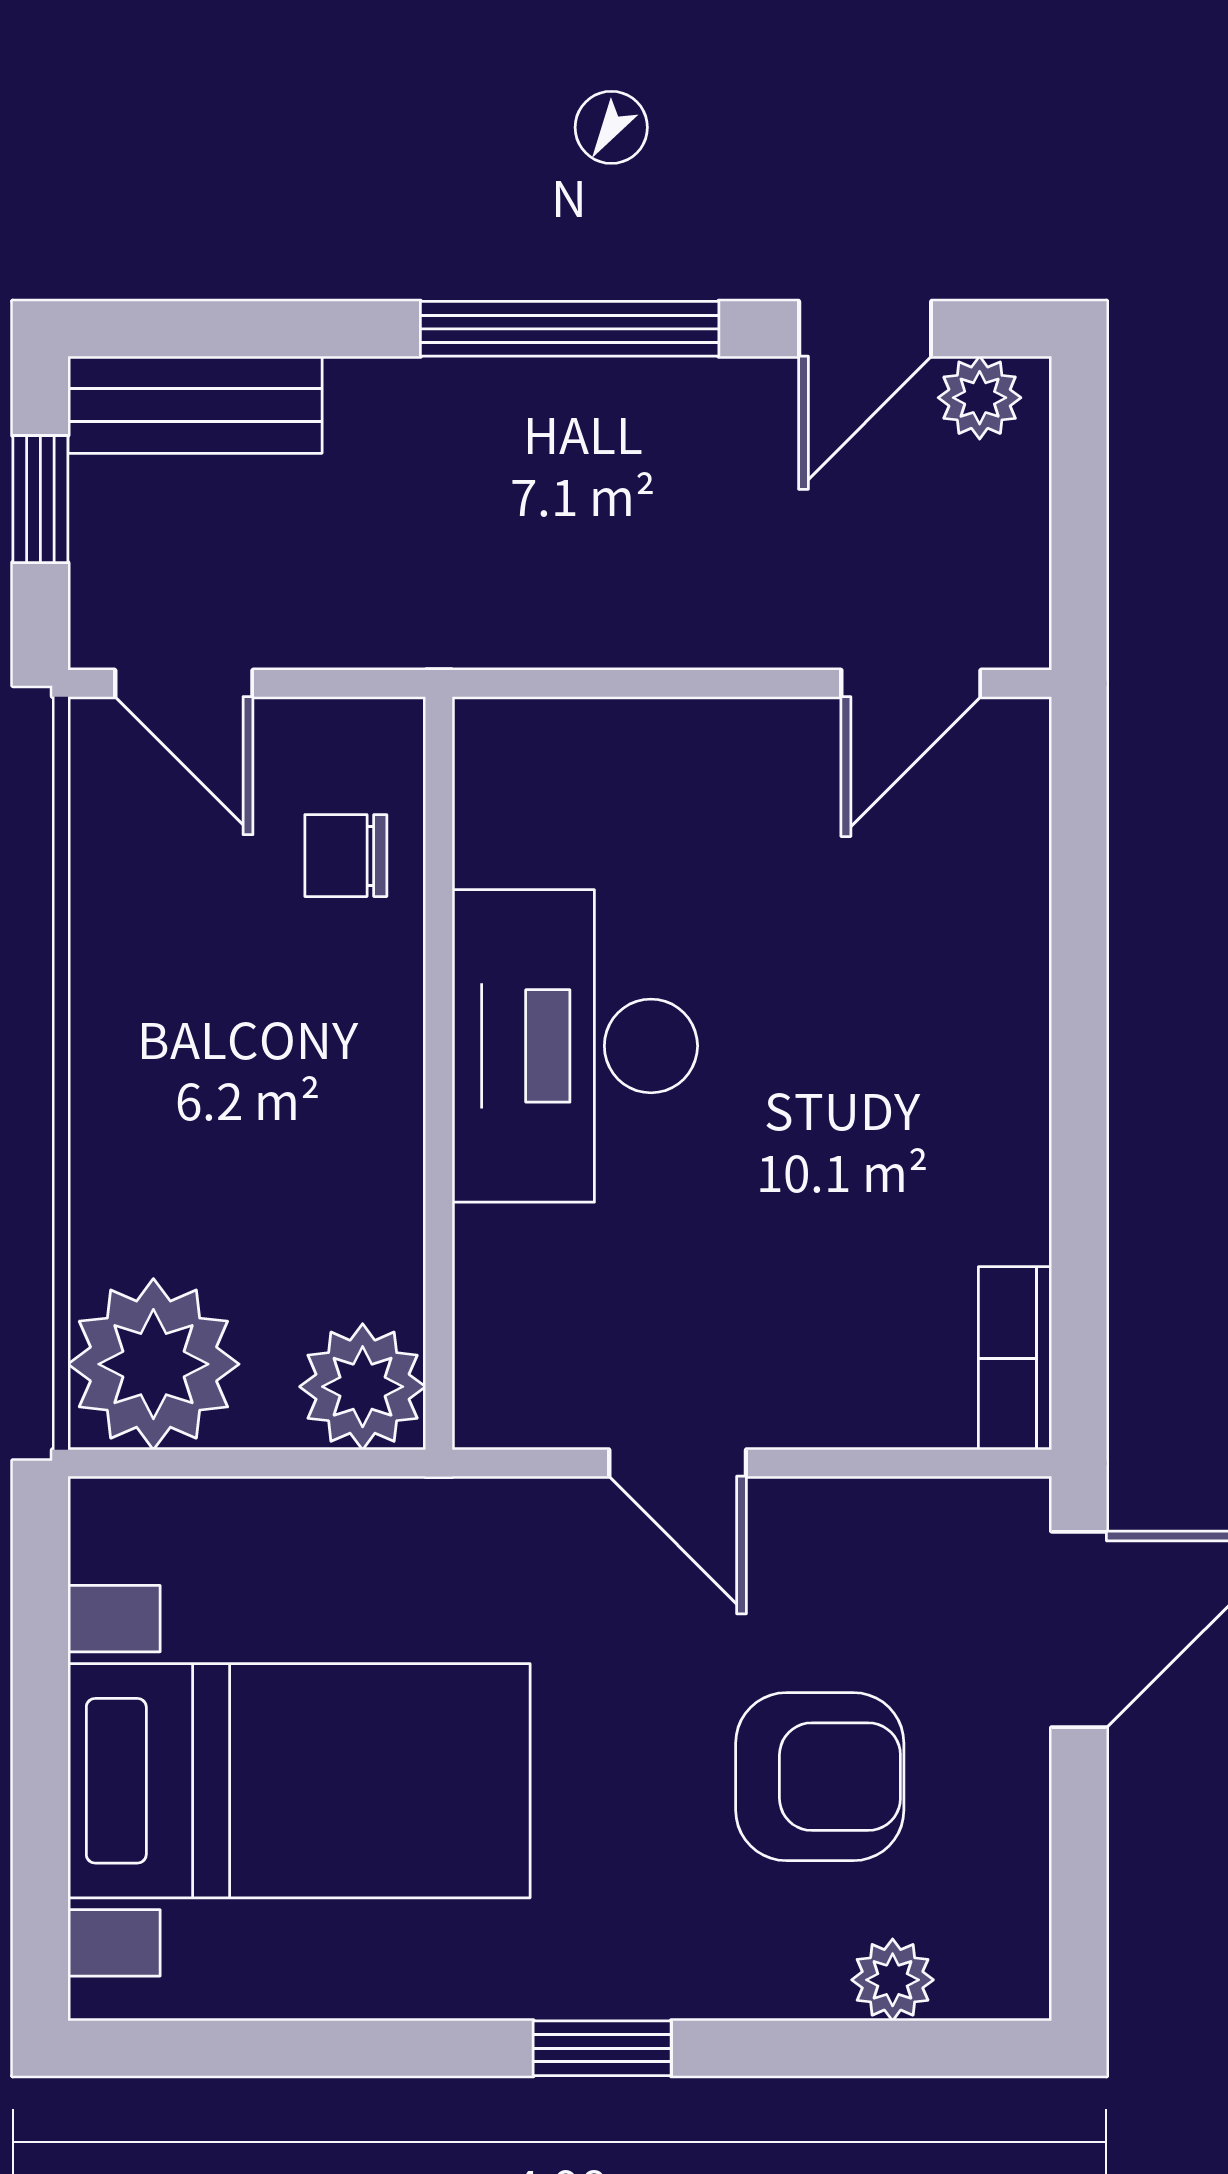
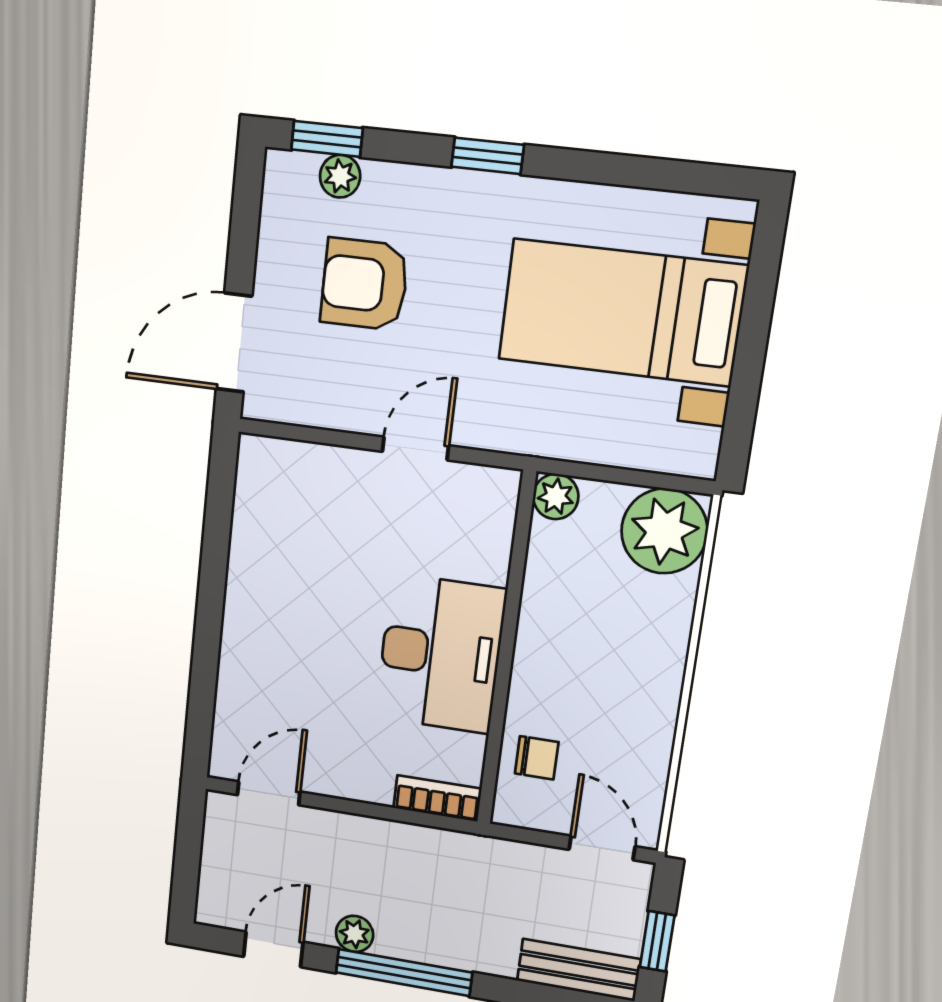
plant: (980, 398) -> (355, 934), moved
bookcase: (1015, 1358) -> (437, 798), moved, turned -90
plant: (363, 1387) -> (556, 497), width x0.73, depth x0.73
door: (678, 1463) -> (415, 448), hinge flipped
window: (927, 2048) -> (327, 139), added

